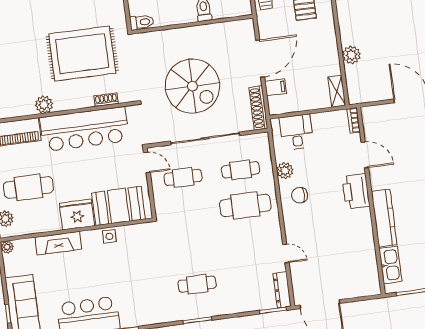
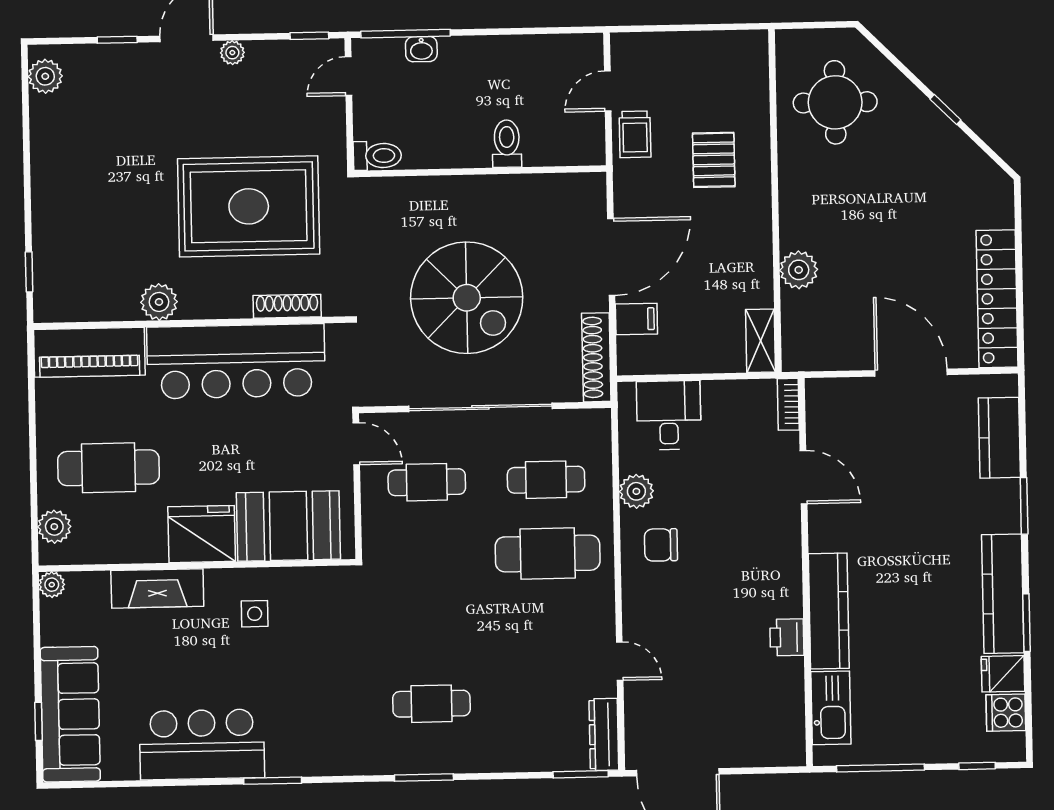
shoe rack: (106, 100) -> (287, 306), width x1.43
printer: (356, 191) -> (787, 637), moved, width x0.53, depth x0.68
side table: (109, 236) -> (255, 614), moved

